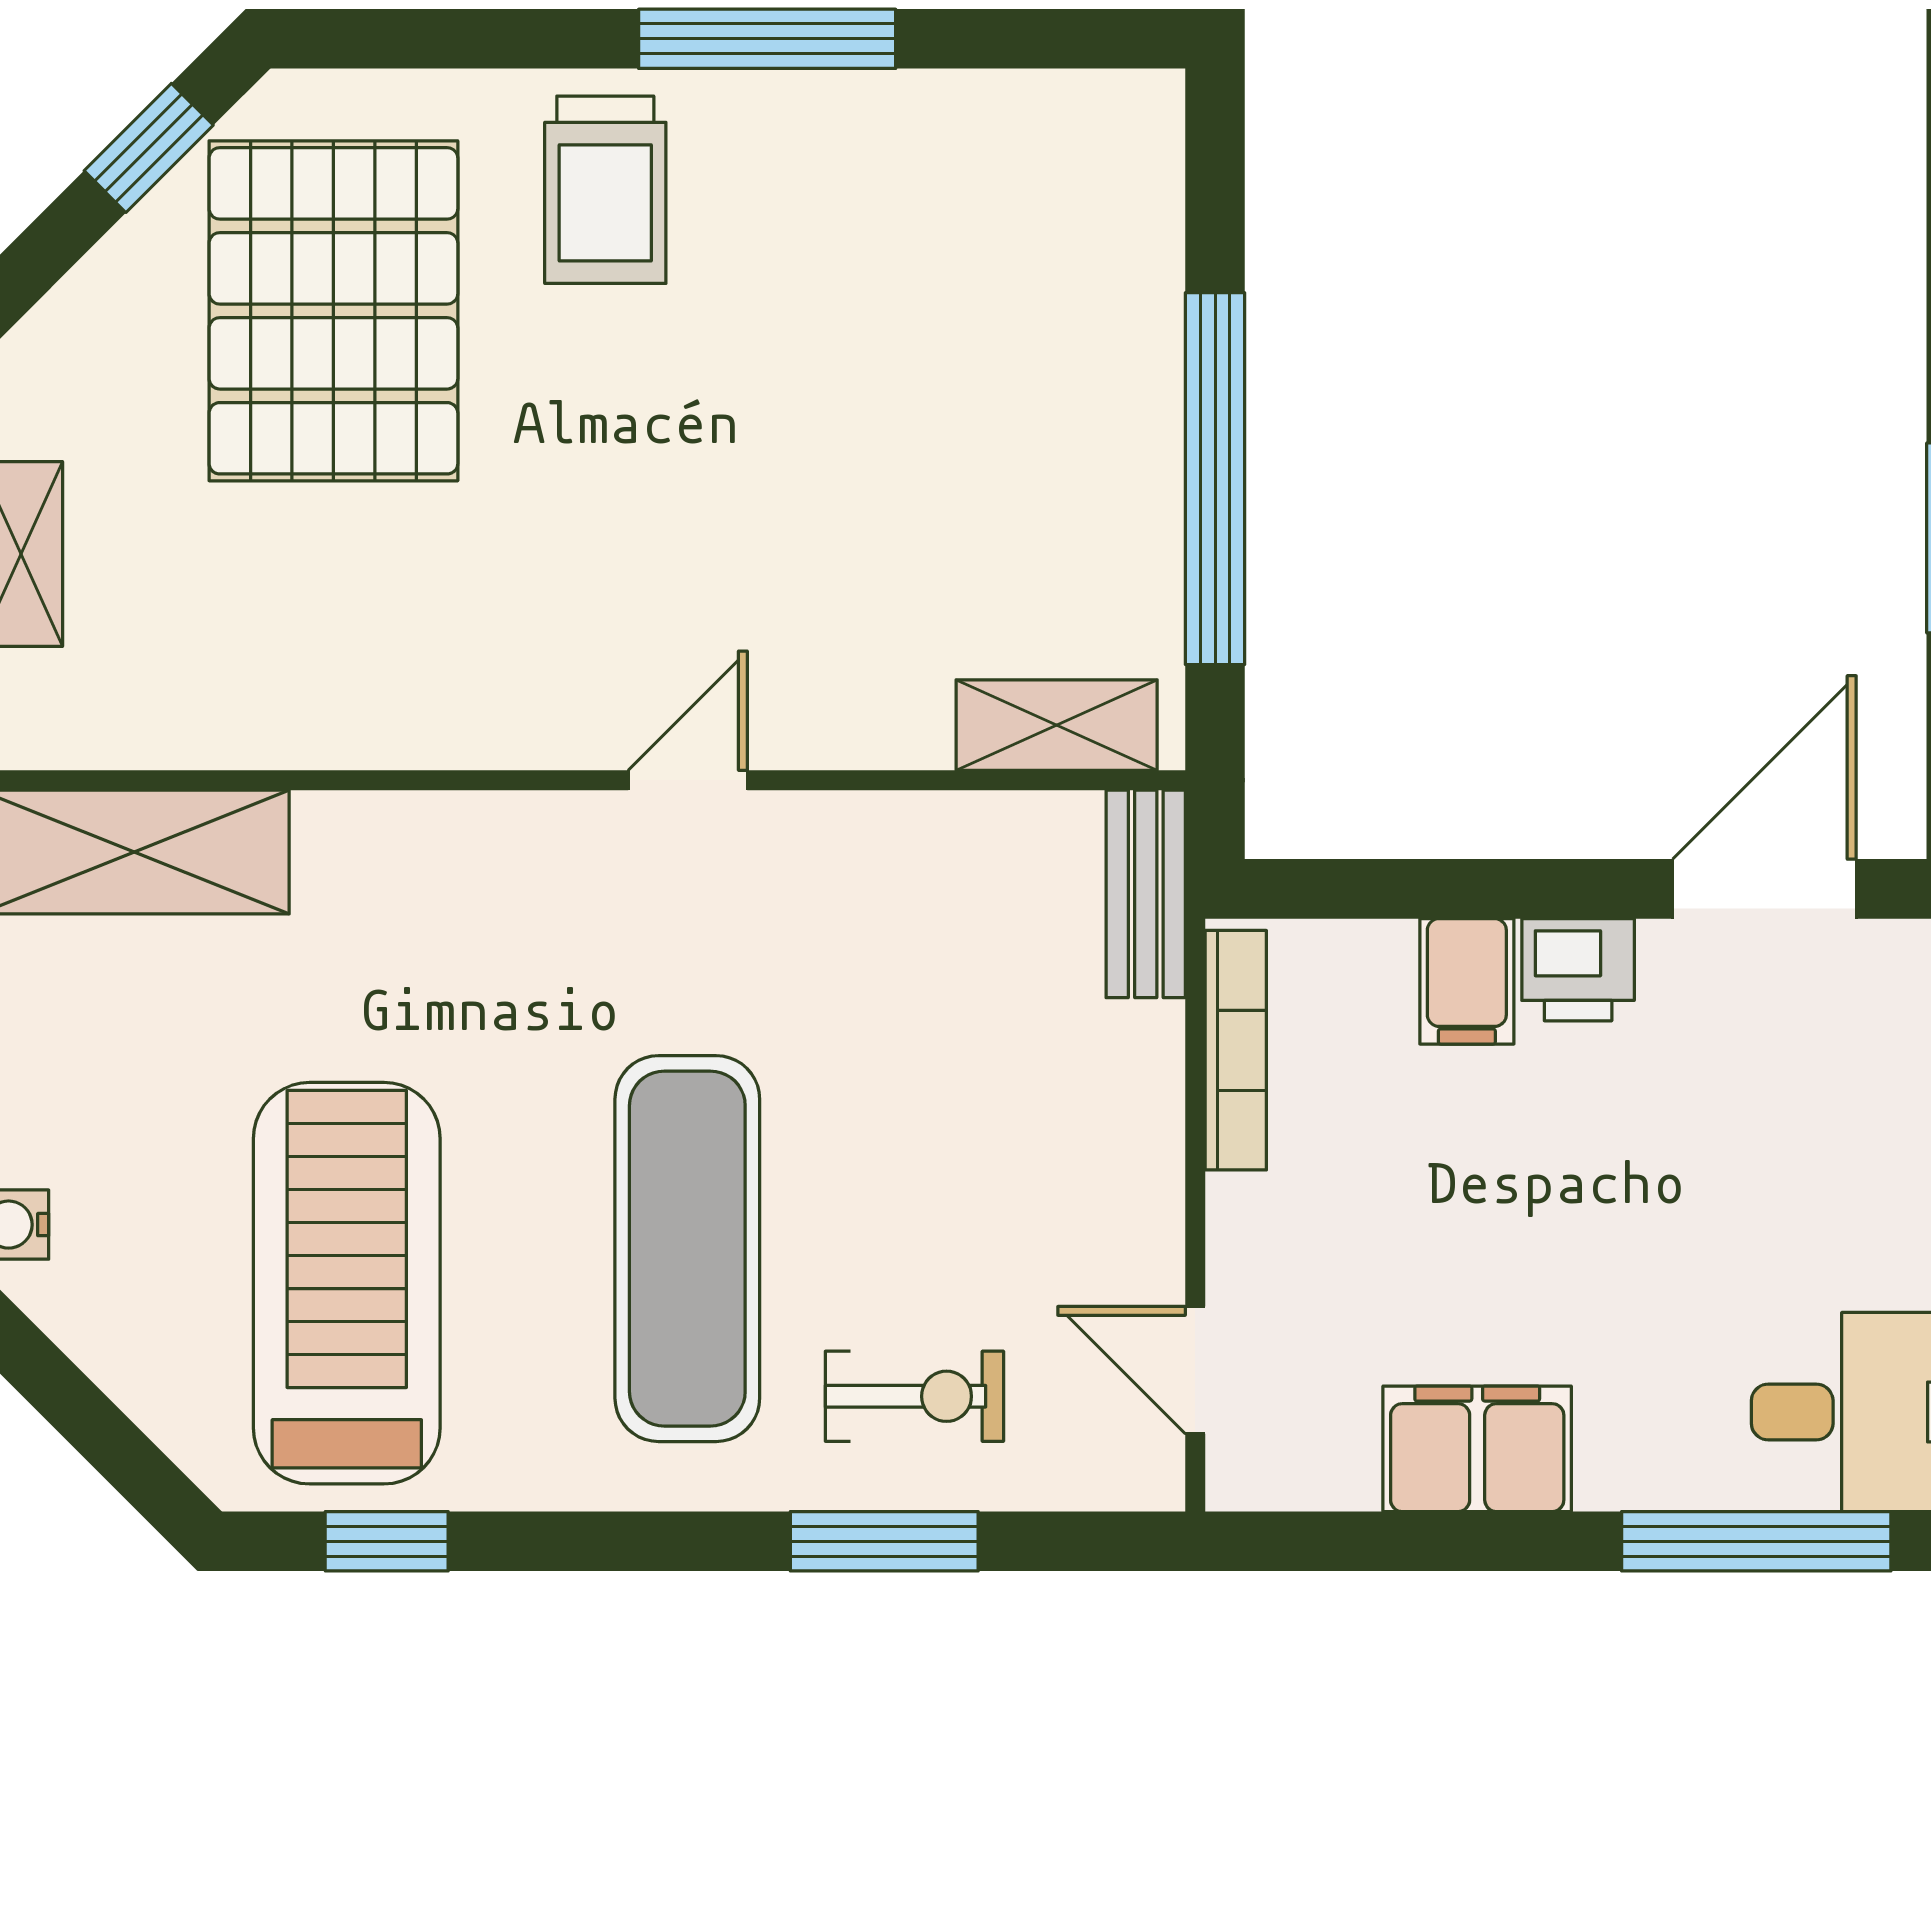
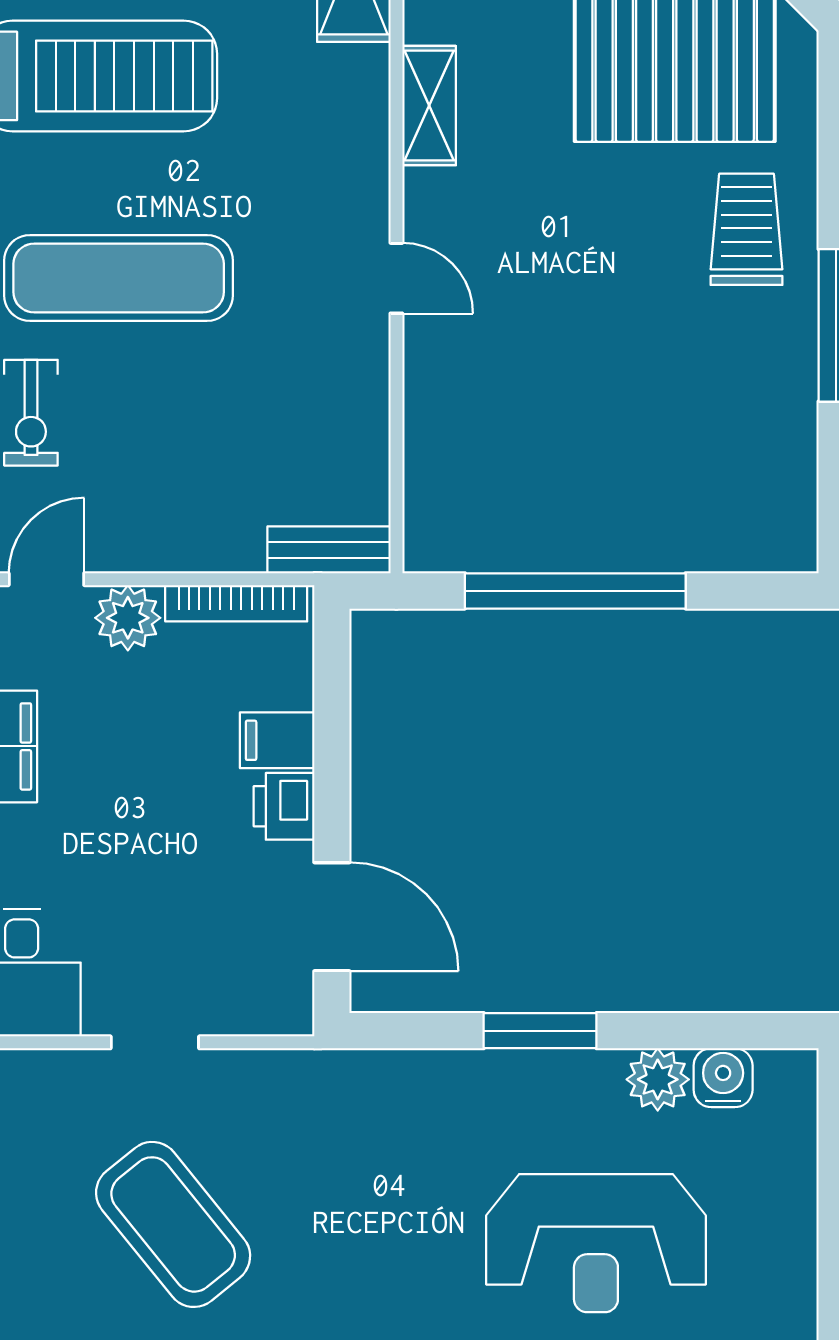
trolley: (605, 190) -> (747, 229), turned 90
shelving: (1057, 725) -> (429, 106), moved
plant: (1260, 1233) -> (128, 618), added

